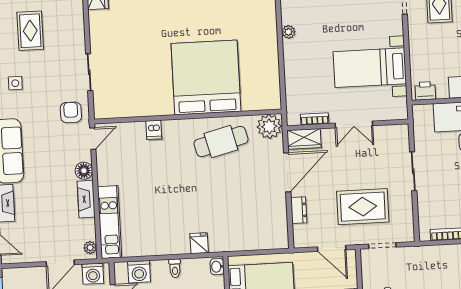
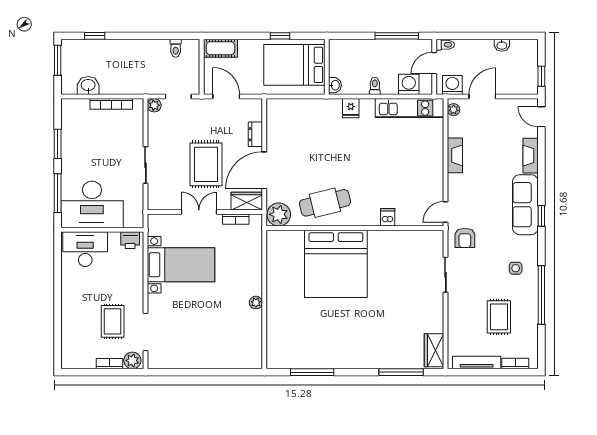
floor lamp: (84, 171) -> (456, 182), removed
rug: (363, 207) -> (206, 164), moved, turned 90
kitchen unit: (110, 222) -> (409, 108), moved, turned -90
plant: (407, 235) -> (154, 105), added

